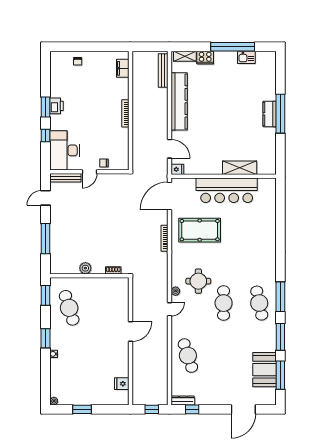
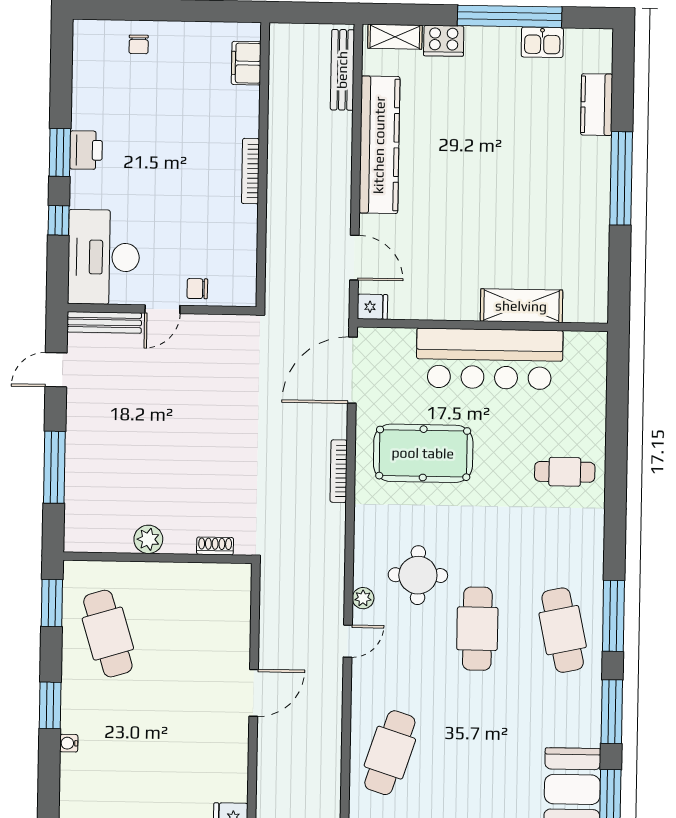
kitchen counter: (270, 114) -> (597, 105), moved
cafe table: (259, 237) -> (565, 472), added
cafe table: (188, 356) -> (390, 753), turned 36

